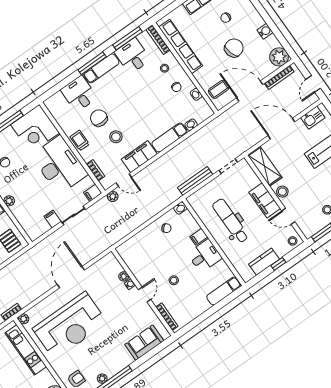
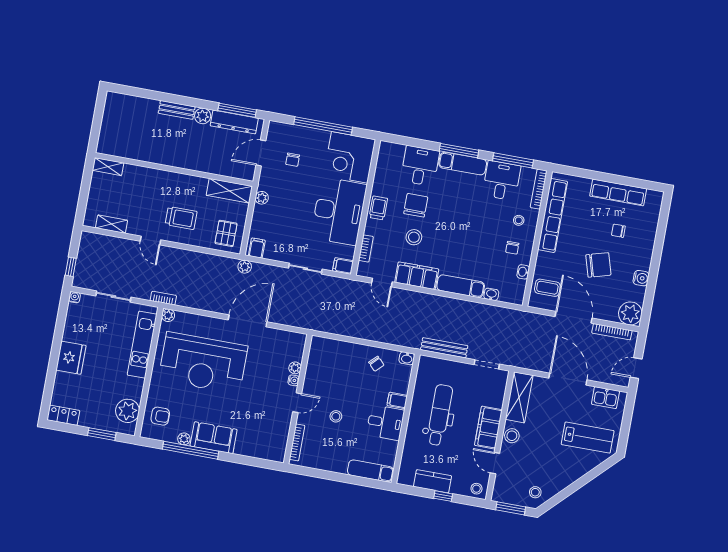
plant: (113, 196) -> (245, 267), moved
filing cabinet: (53, 219) -> (257, 248), moved
sofa: (144, 343) -> (214, 438), moved

